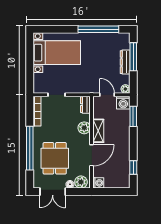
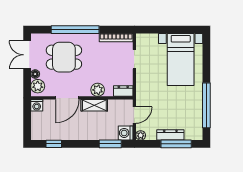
door: (92, 155) -> (67, 98), hinge flipped

